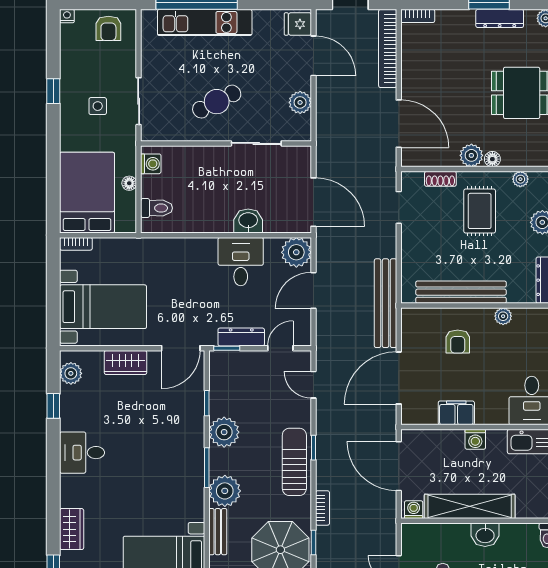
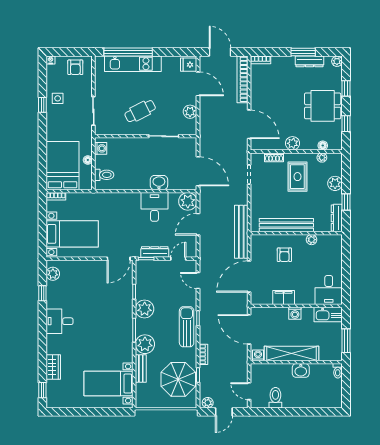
side table: (98, 106) -> (58, 98), moved
floor lamp: (492, 159) -> (323, 146), moved
wardrobe: (126, 362) -> (86, 267), removed

